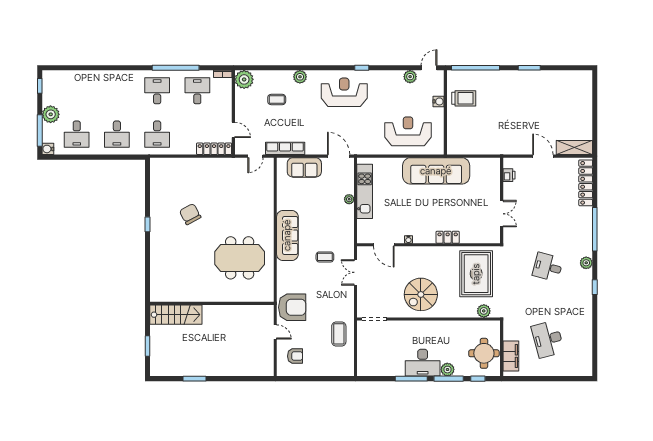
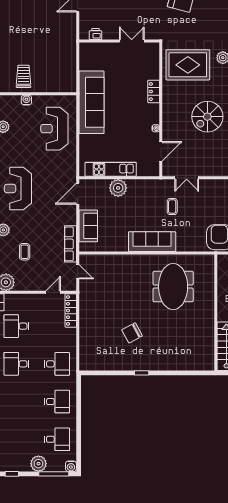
plant: (349, 199) -> (118, 188), width x1.88, depth x1.88
spiral stairs: (421, 294) -> (207, 117), turned 90

